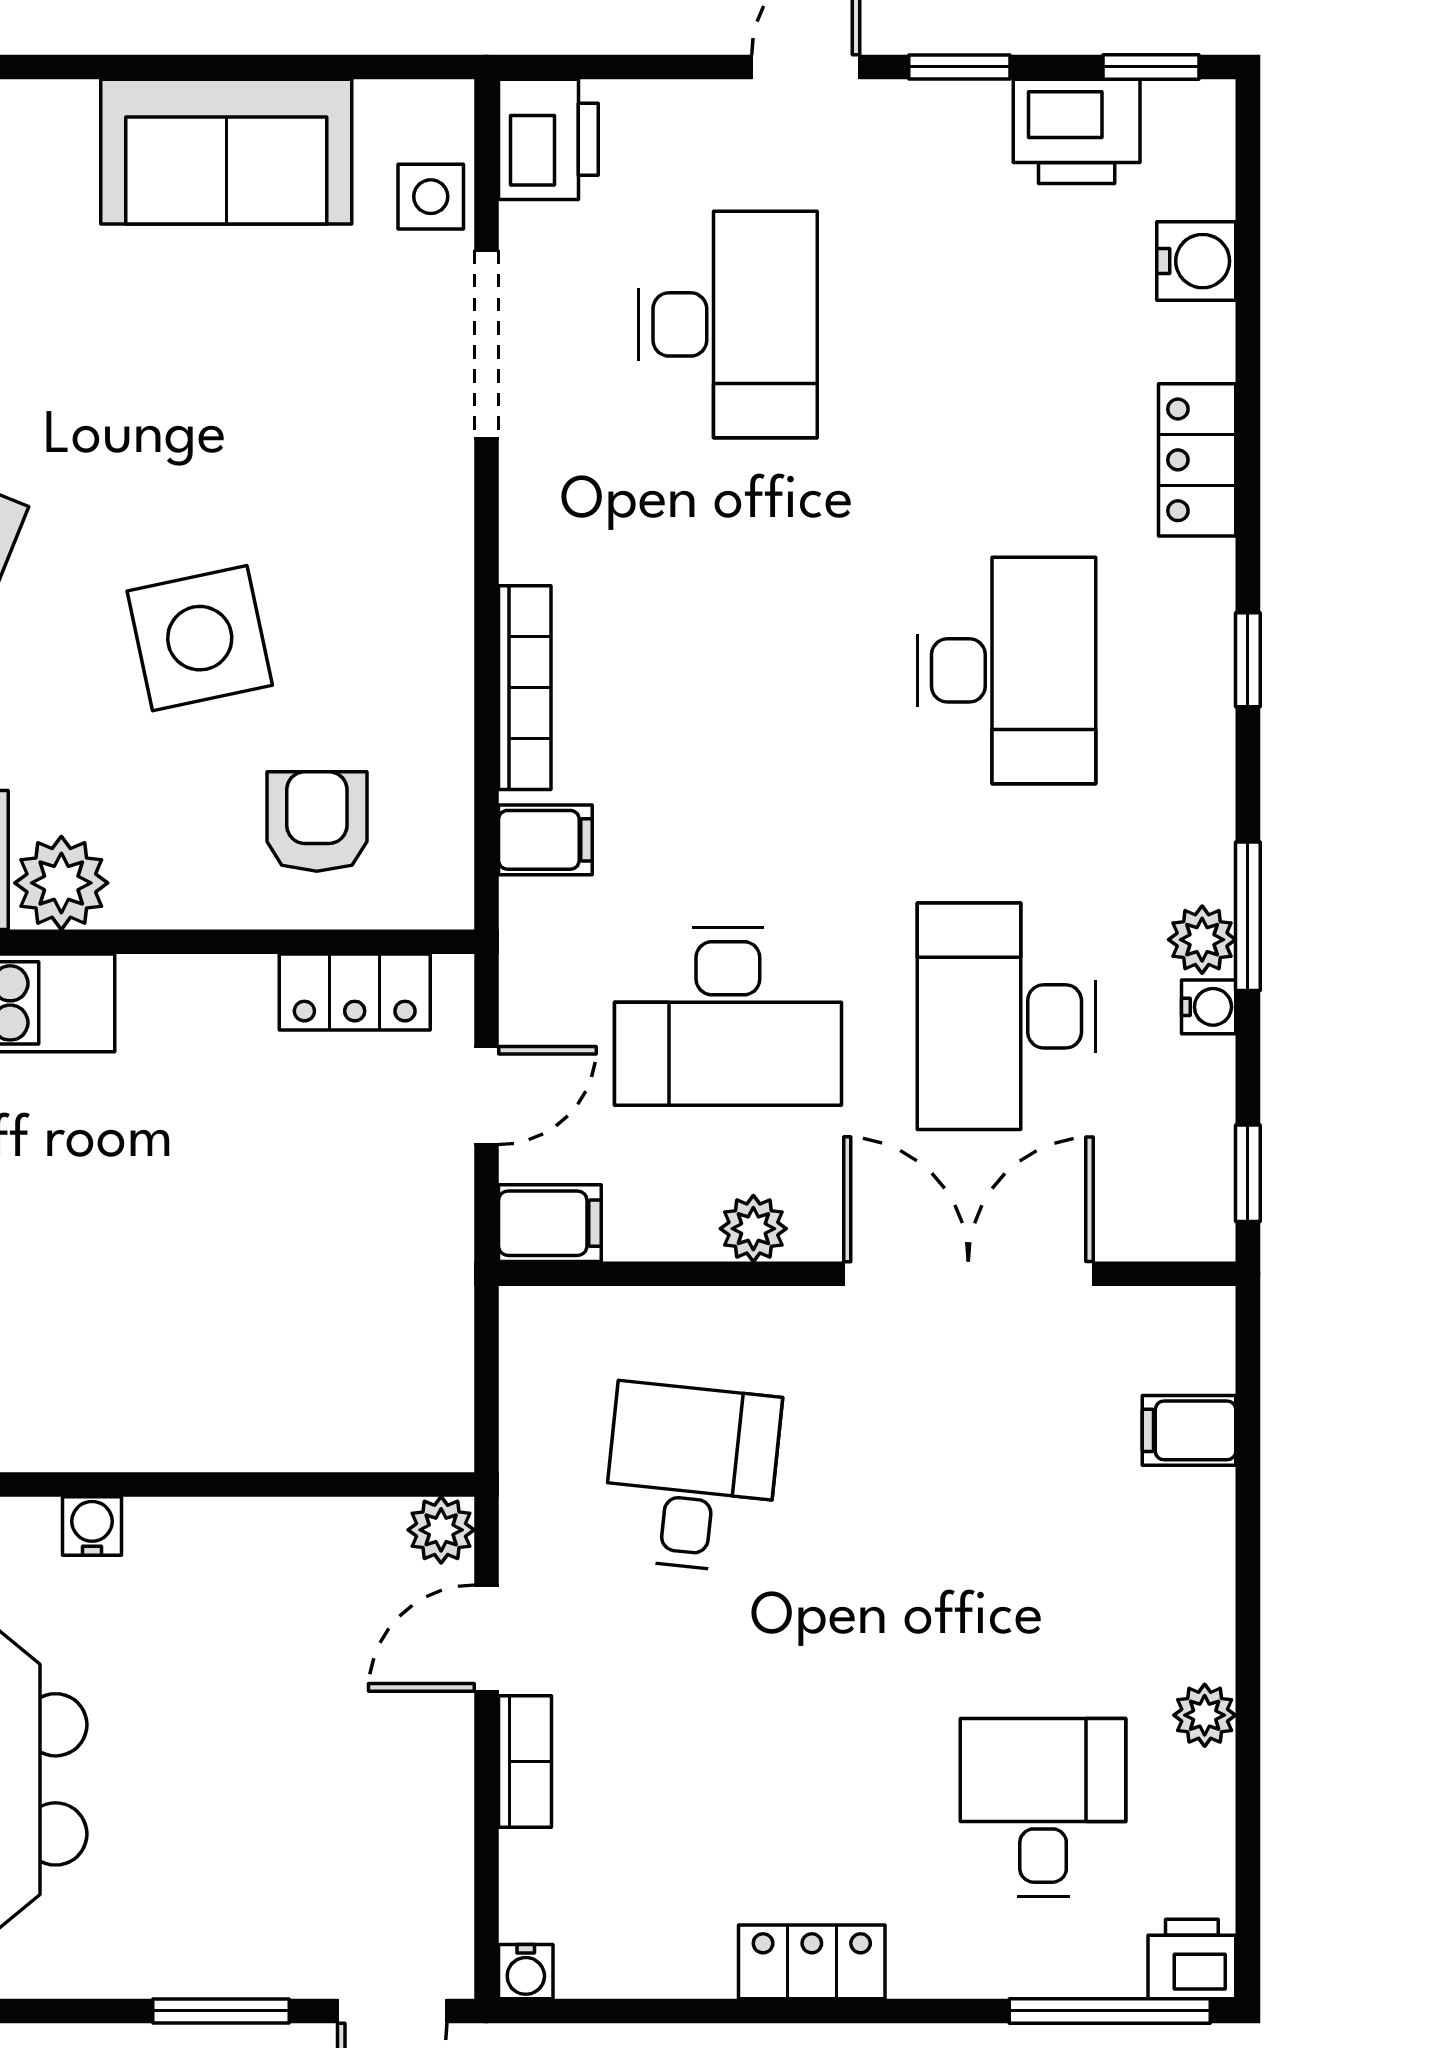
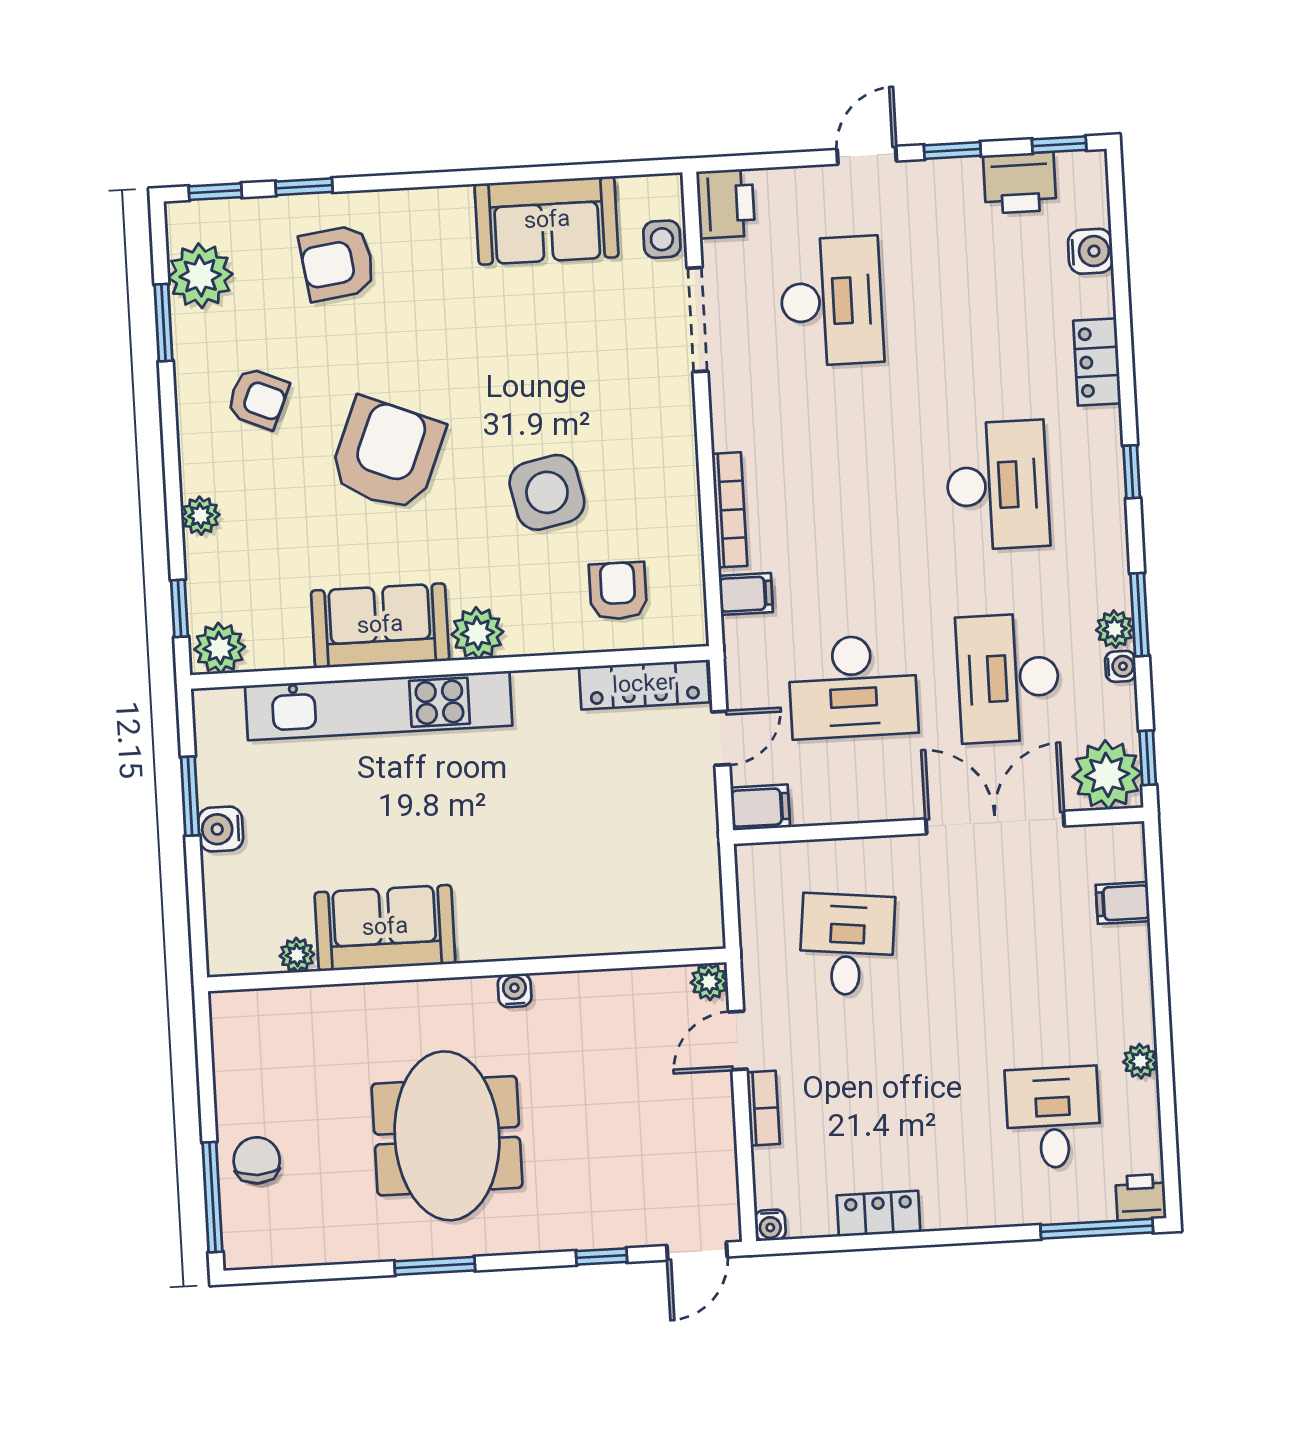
locker: (355, 992) -> (644, 685), width x1.53
plant: (753, 1229) -> (1107, 775), moved, width x1.88, depth x1.88
locker: (812, 1962) -> (879, 1214), moved
window: (221, 2011) -> (602, 1257), width x0.67

